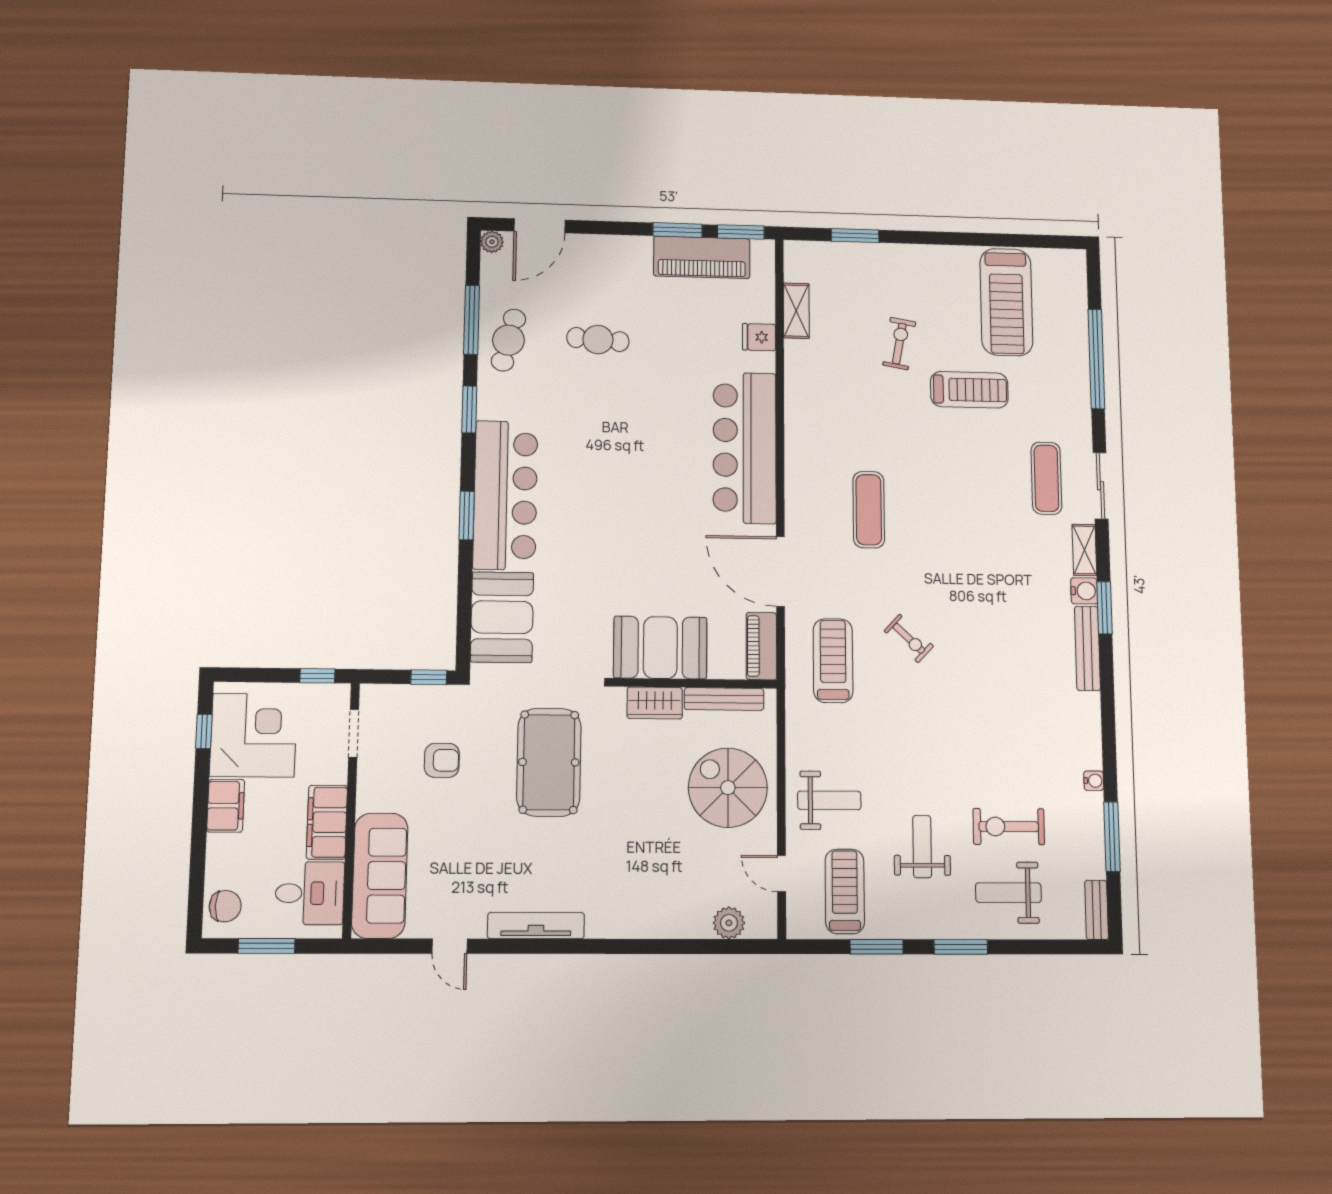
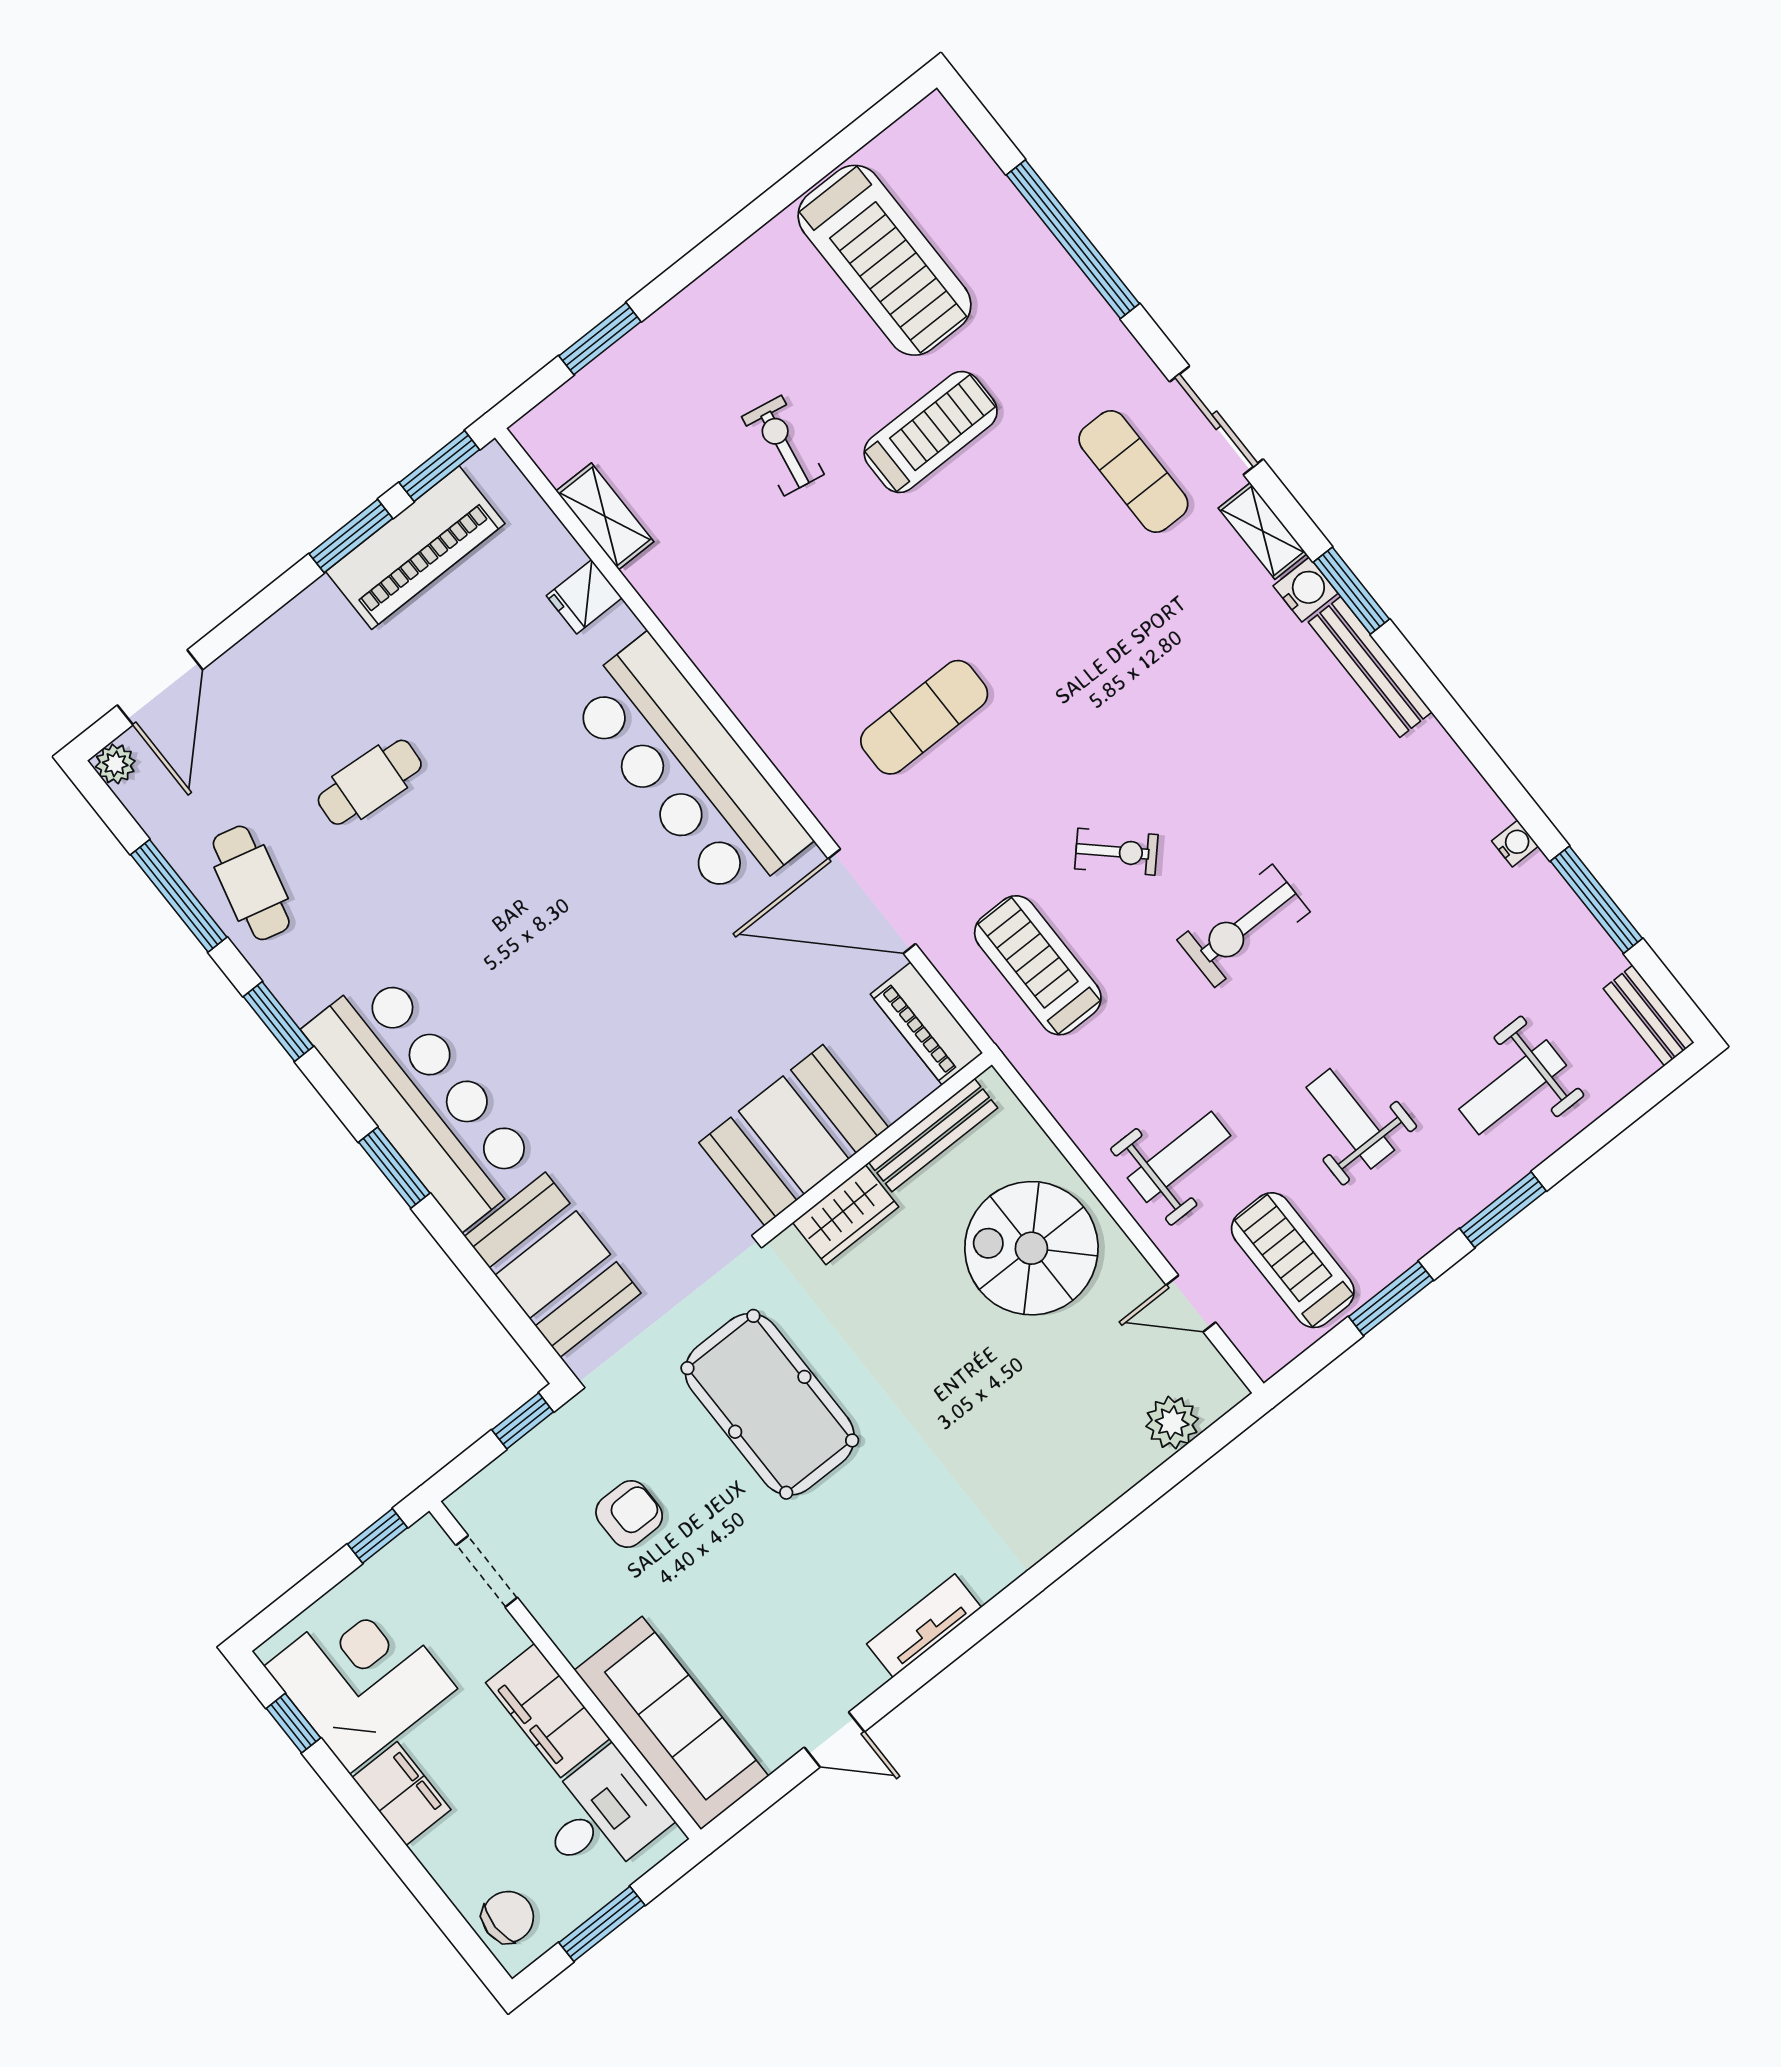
exercise mat: (869, 510) -> (924, 717), turned 90
exercise bike: (1009, 827) -> (1244, 926), moved
tv unit: (536, 926) -> (924, 1626), width x0.71

